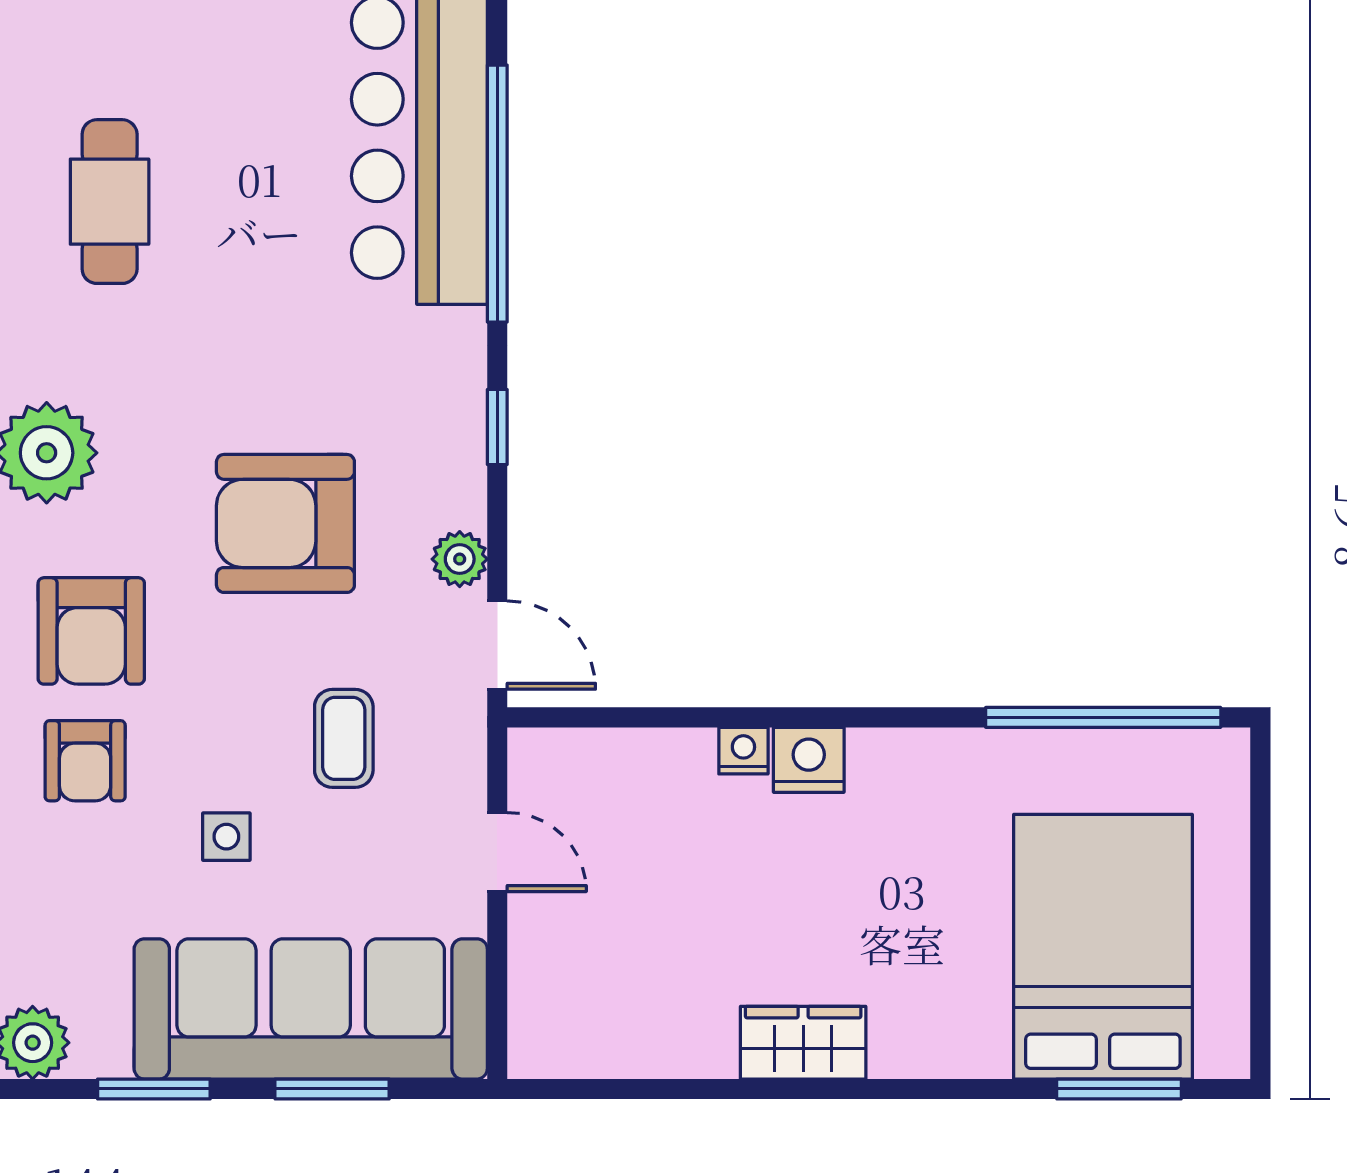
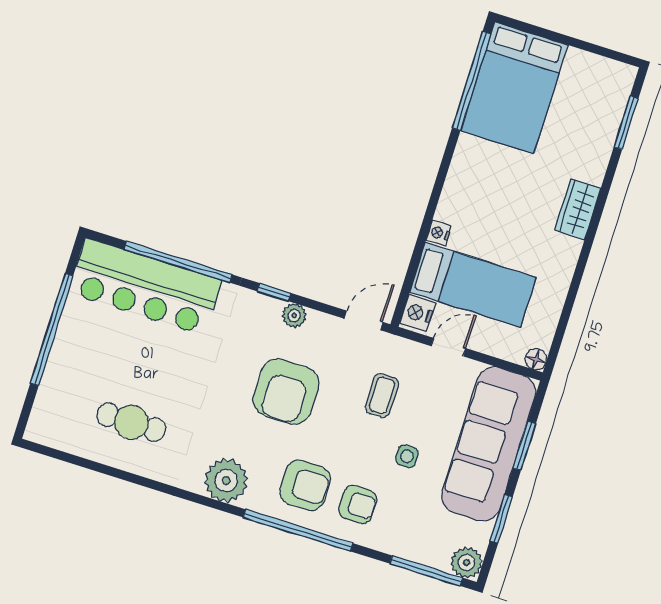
plant: (460, 559) -> (294, 315), moved
coffee table: (344, 738) -> (382, 395), turned 90
nightstand: (809, 760) -> (418, 313), moved
bed: (653, 862) -> (473, 285), added
bed: (1103, 947) -> (514, 88), moved, turned -90
wardrobe: (803, 1043) -> (578, 209), moved
floor lamp: (532, 1054) -> (536, 359), added

